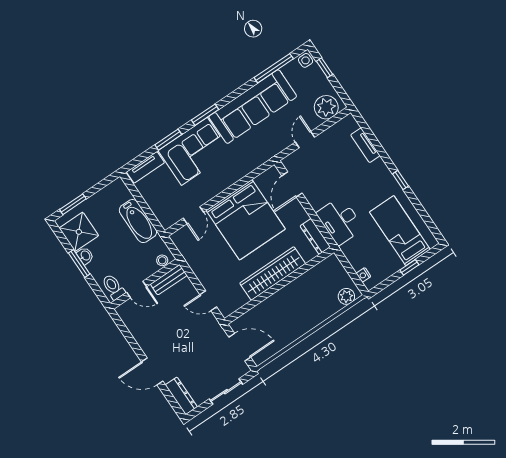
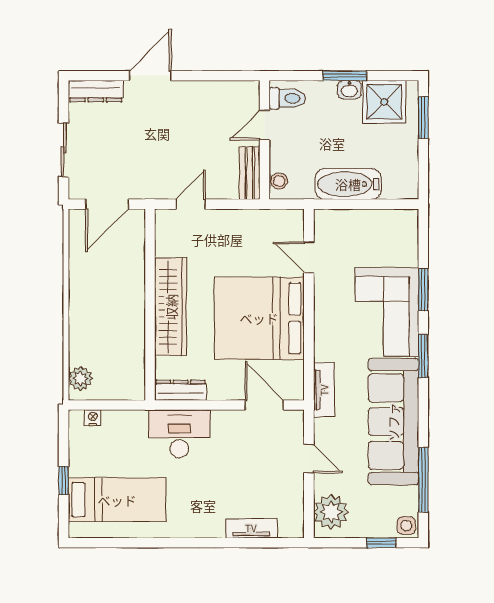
tv unit: (145, 167) -> (324, 390), moved, turned 180
window: (400, 180) -> (179, 543), removed

